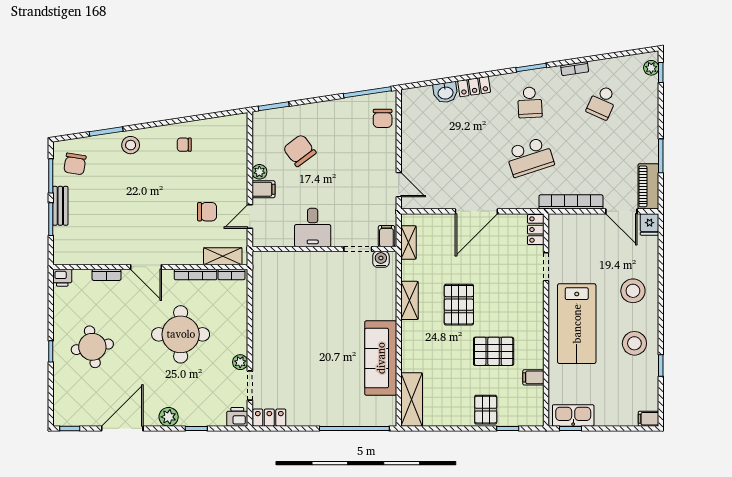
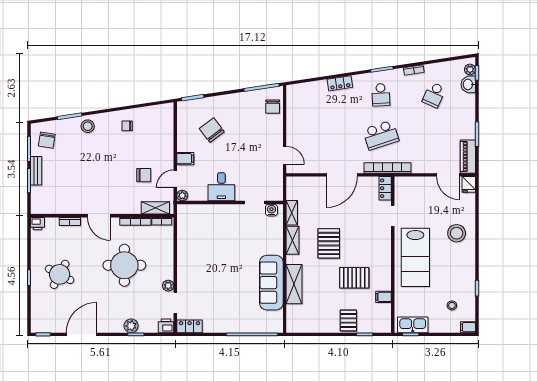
washbasin: (445, 92) -> (468, 84), moved, turned 99
plant: (259, 172) -> (182, 196), moved
bookcase: (571, 202) -> (387, 168), moved
filing cabinet: (386, 236) -> (276, 193), removed
shelving: (409, 242) -> (292, 213), moved
stool: (634, 343) -> (452, 305), moved, width x0.53, depth x0.53
round table: (92, 347) -> (60, 274), turned 38
shelving: (412, 399) -> (294, 284), moved
plant: (169, 417) -> (131, 326), moved

